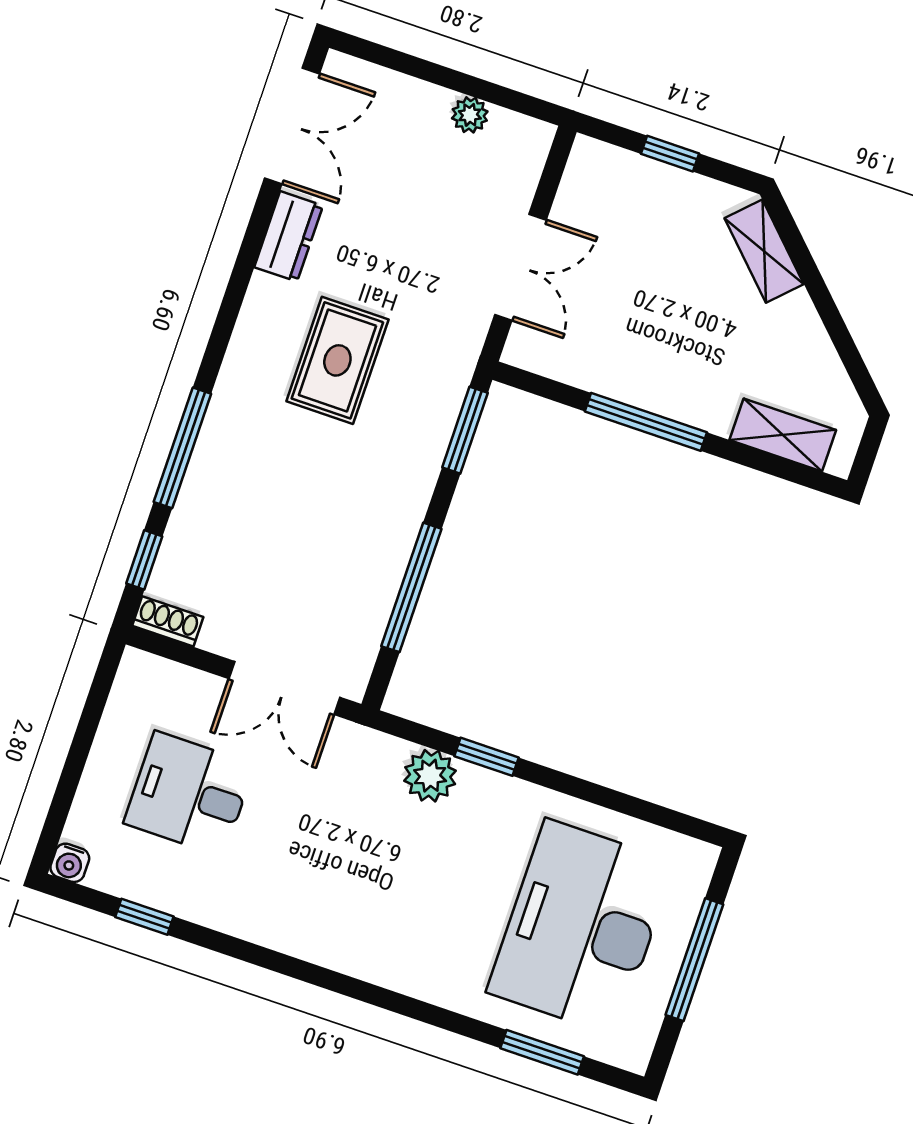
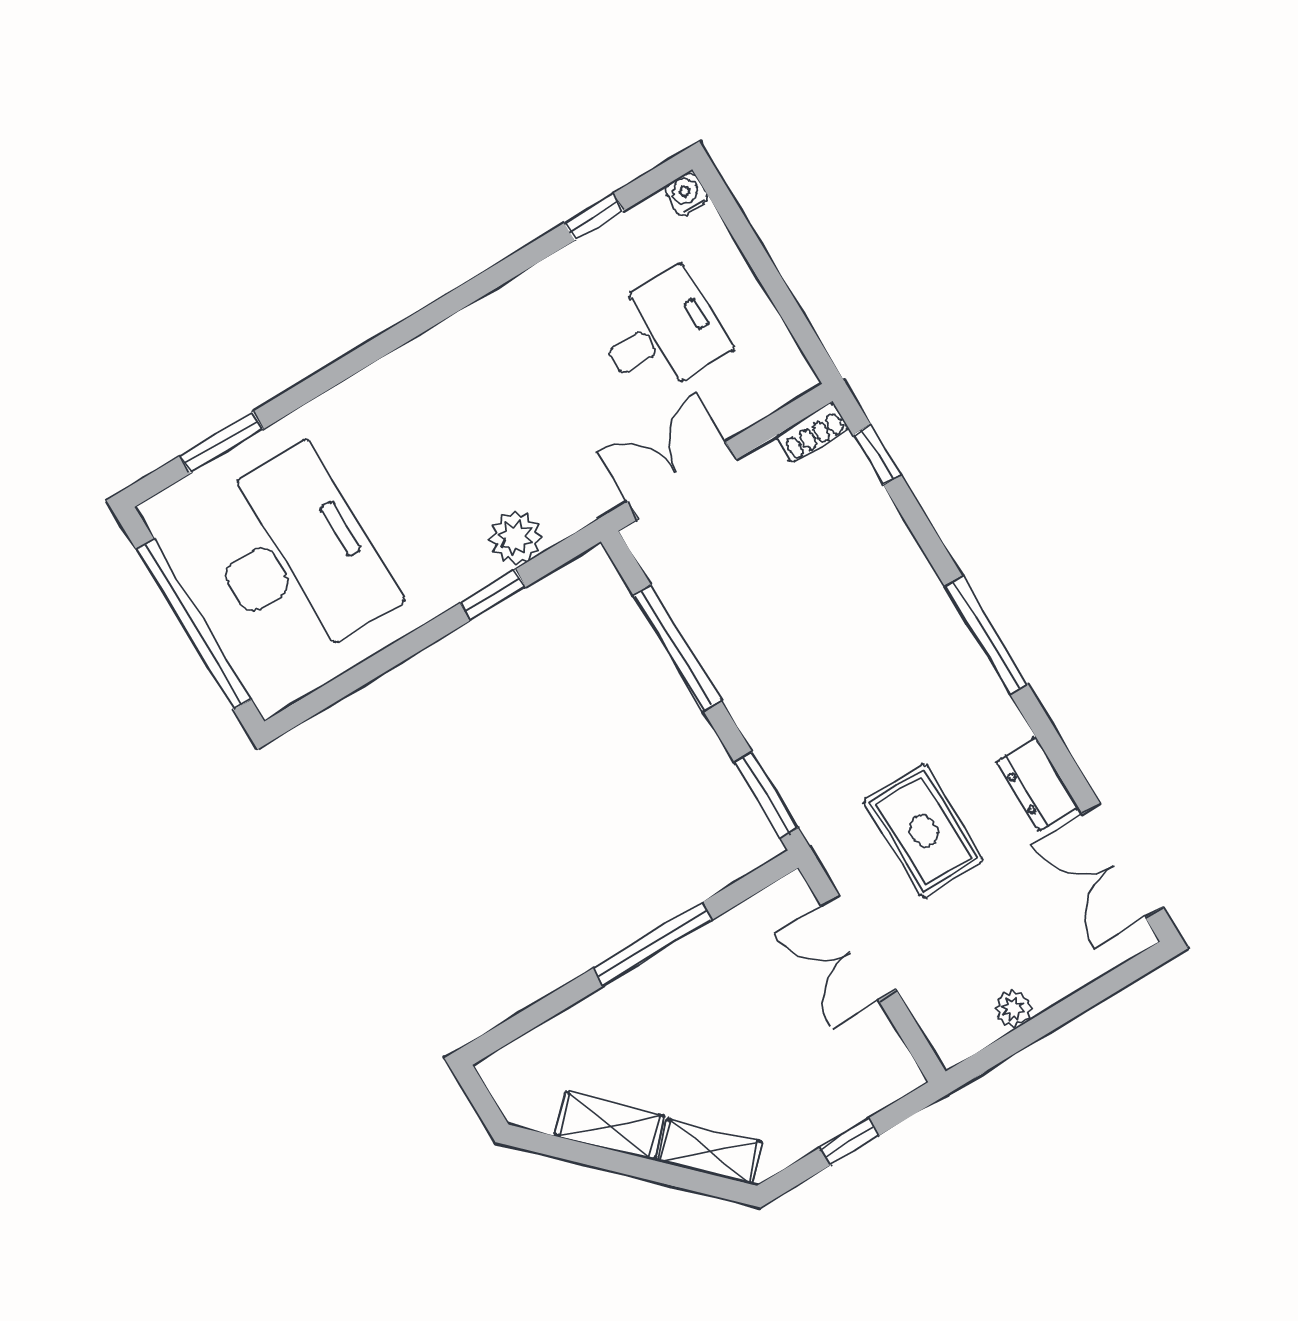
rug: (337, 360) -> (924, 831), moved
shelving: (783, 435) -> (609, 1126), moved, turned 45
window: (182, 448) -> (986, 635), moved
window: (694, 960) -> (194, 625), width x1.46

